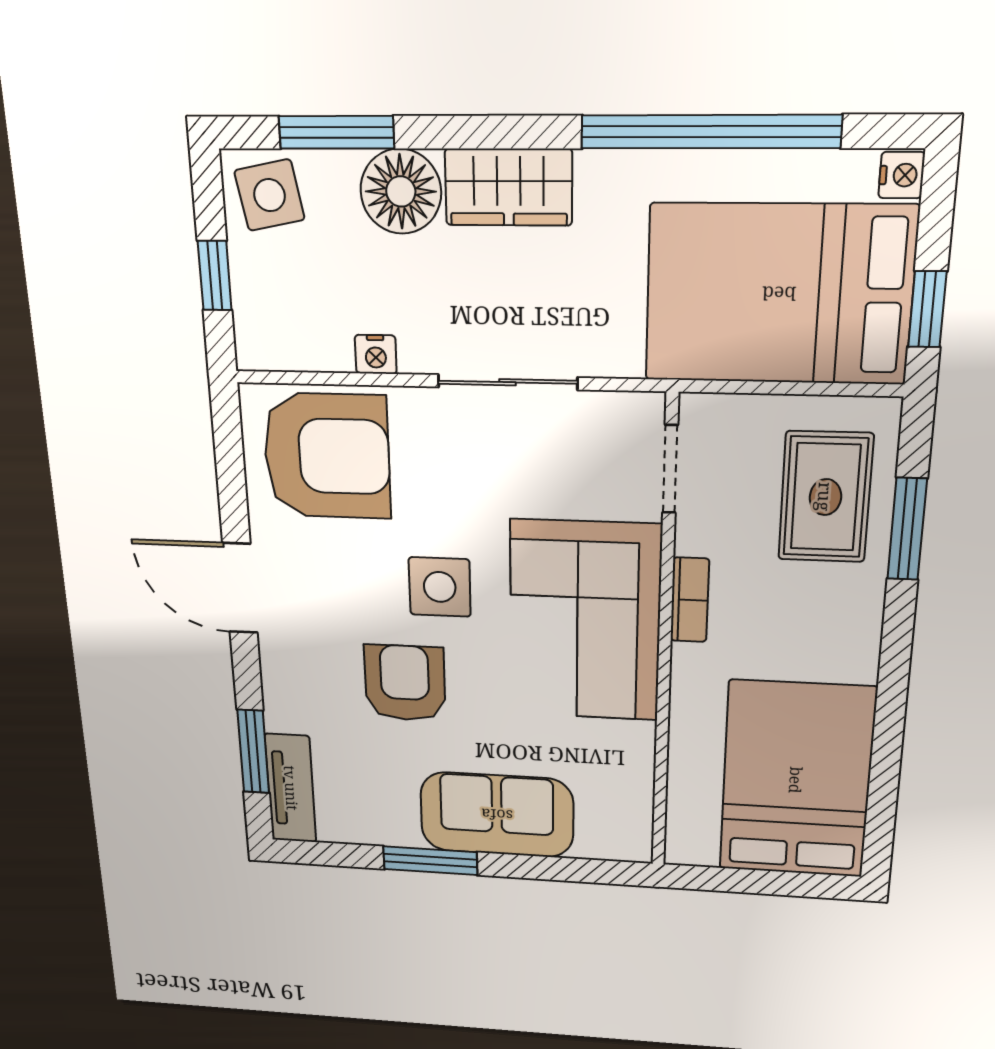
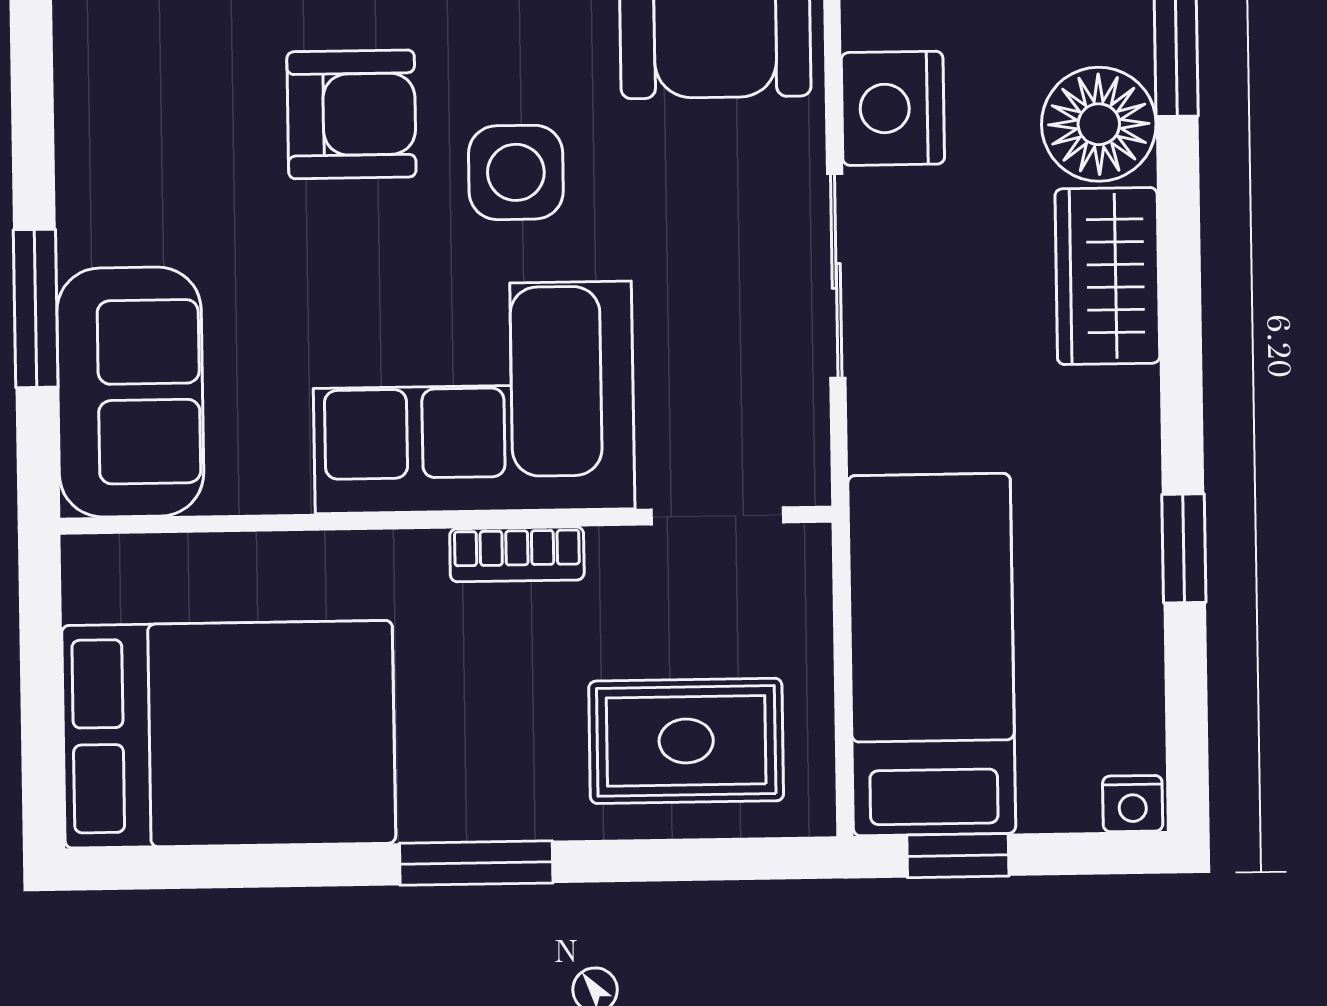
window: (710, 132) -> (1184, 548), width x0.32
bed: (779, 294) -> (932, 655), width x0.67
nightstand: (376, 354) -> (893, 108), width x1.89, depth x1.79
window: (907, 529) -> (476, 863), moved
sofa: (497, 815) -> (130, 392), moved
window: (430, 861) -> (36, 308), moved

